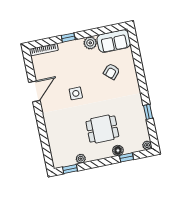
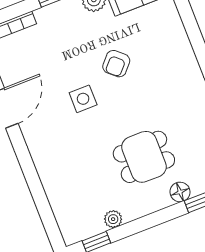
armchair: (112, 71) -> (116, 64), moved

